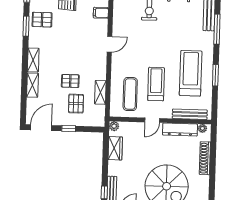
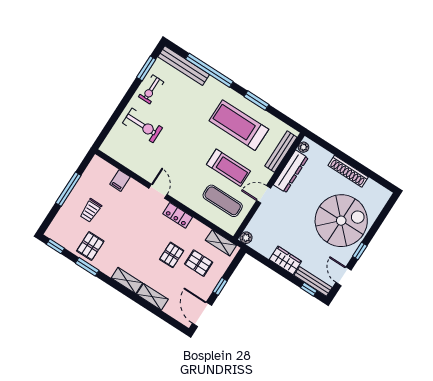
window: (217, 29) -> (209, 70), width x1.46
locker: (101, 68) -> (178, 215), added
treadmill: (156, 84) -> (228, 168), turned 180
shelving: (100, 92) -> (221, 243), moved
door: (152, 120) -> (264, 194), swing flipped
wardrobe: (115, 148) -> (285, 260), moved
shoe rack: (205, 158) -> (348, 171), moved

